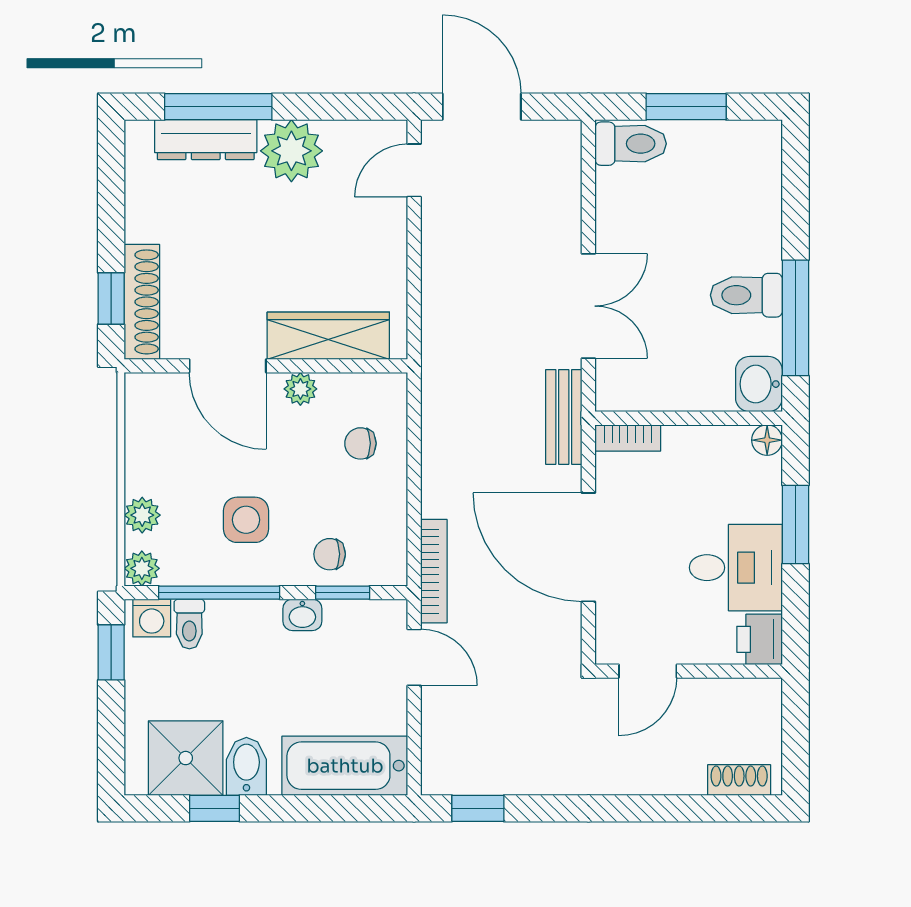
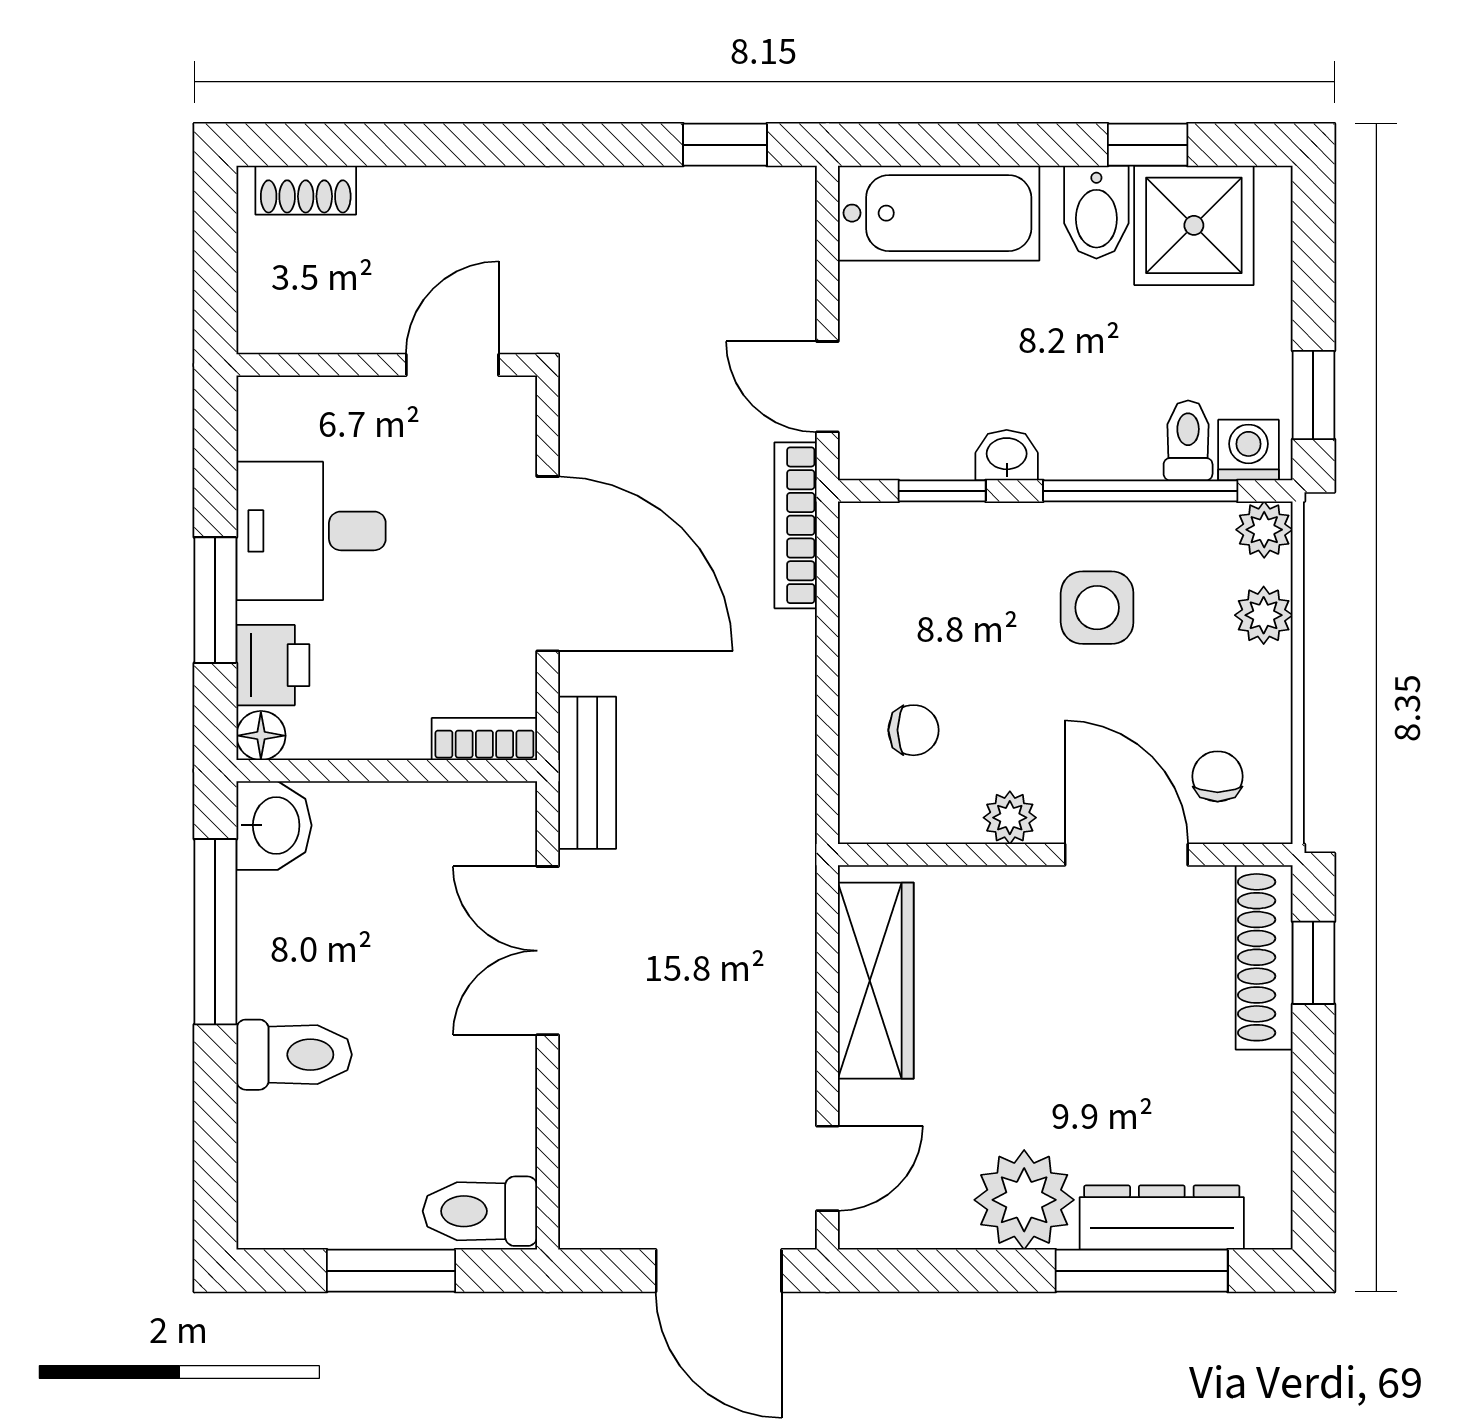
toilet: (746, 295) -> (294, 1055), moved
wardrobe: (328, 336) -> (876, 981), moved, turned -90
chair: (330, 554) -> (1218, 776), moved, turned -90
printer: (760, 639) -> (273, 665), moved

